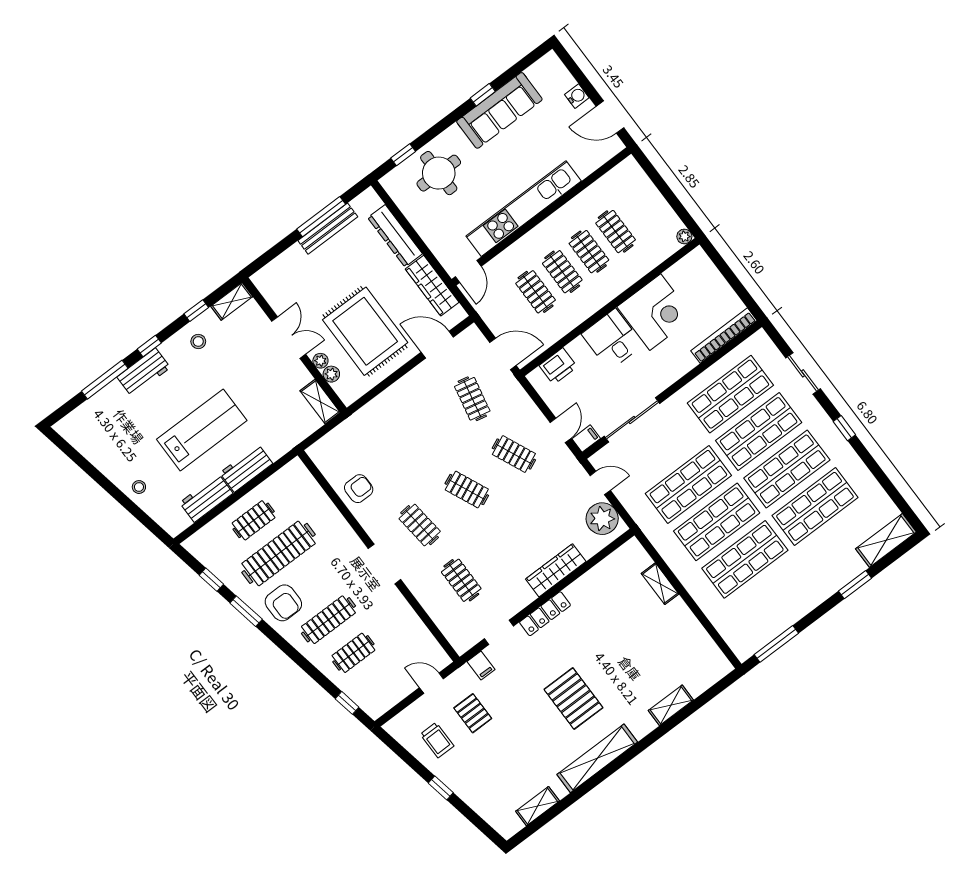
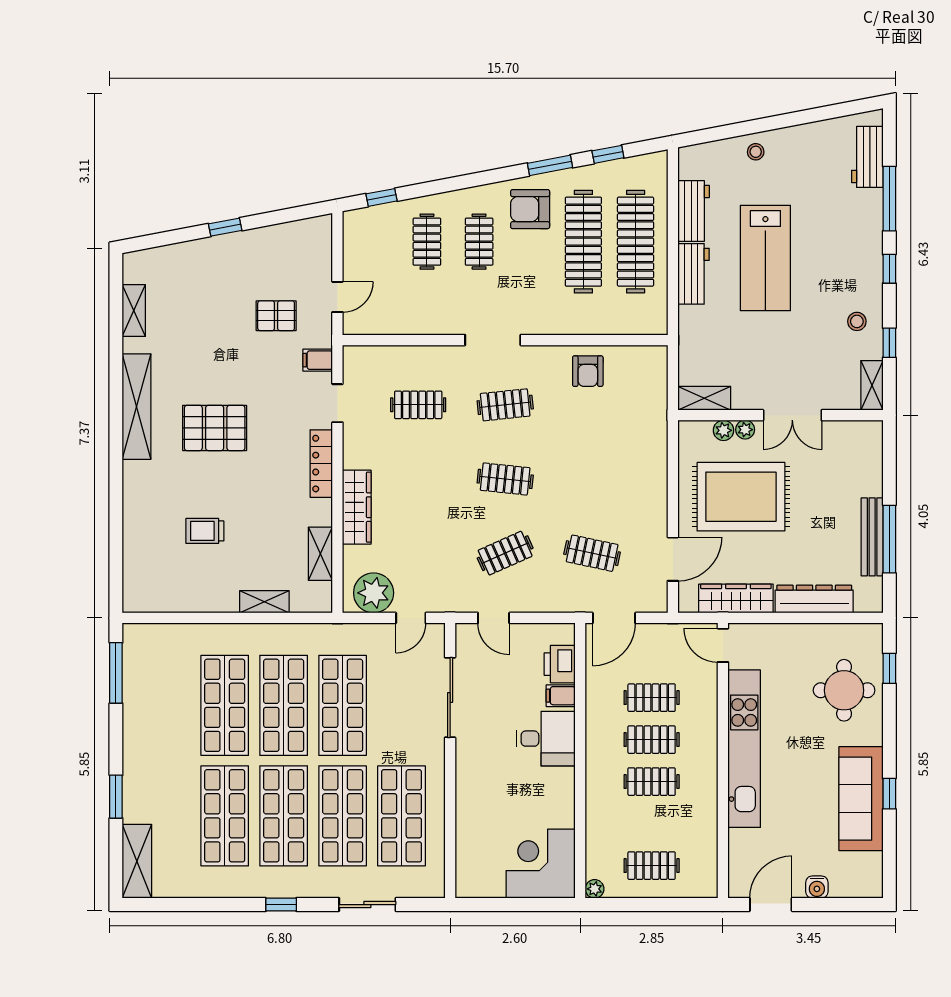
clothes rail: (616, 232) -> (652, 866), moved
corner desk: (655, 312) -> (541, 864), moved, turned 90
bookcase: (724, 336) -> (465, 854), removed
workbench: (144, 372) -> (867, 157), moved
filing cabinet: (586, 439) -> (561, 696), moved, turned 90
clothes rail: (467, 490) -> (505, 479), turned 30
clothes rail: (254, 520) -> (636, 242), width x1.86, depth x1.31
clothes rail: (328, 620) -> (479, 242), width x0.73
shelving: (671, 705) -> (320, 554), moved
trolley: (437, 740) -> (205, 531), moved

